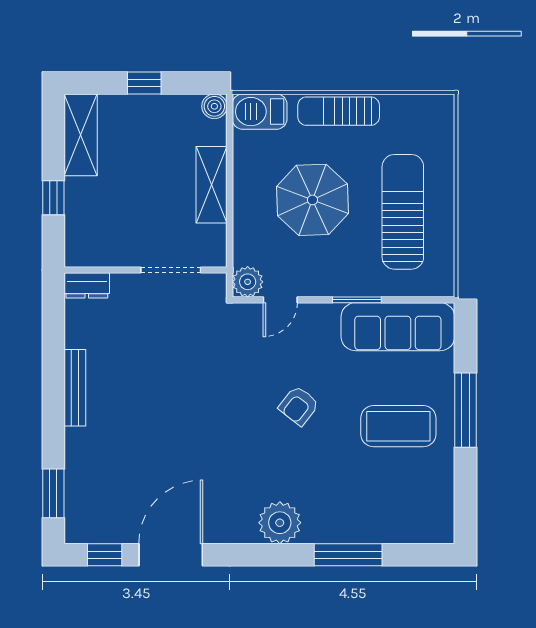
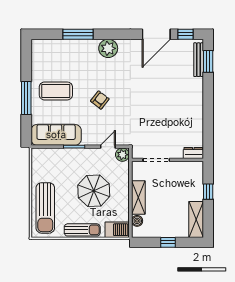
boiler: (214, 106) -> (137, 221), moved
sun lounger: (403, 212) -> (45, 208), moved
bench: (75, 388) -> (199, 60), moved

